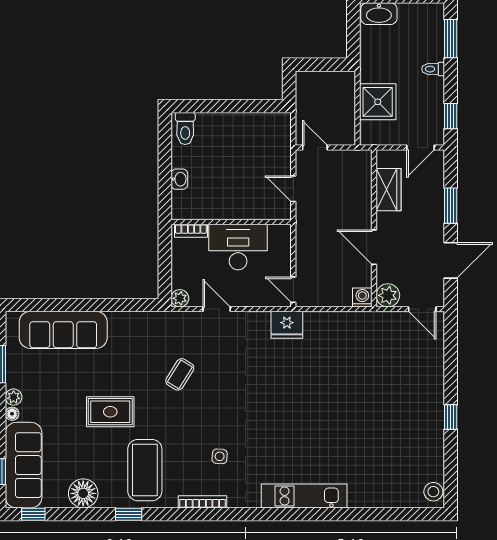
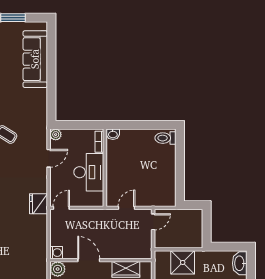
washbasin: (179, 179) -> (113, 134), moved
door: (374, 247) -> (89, 260), hinge flipped

